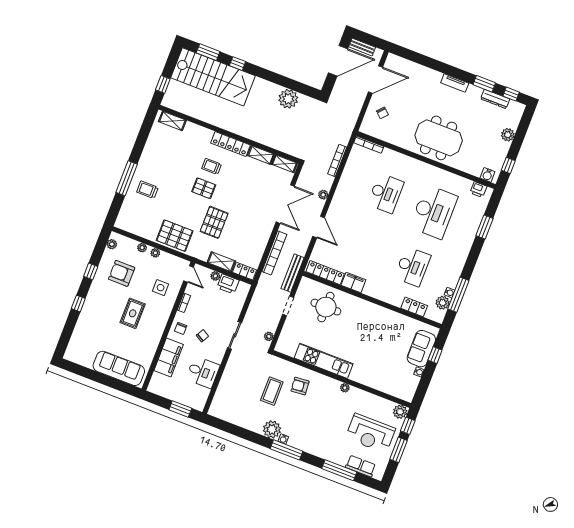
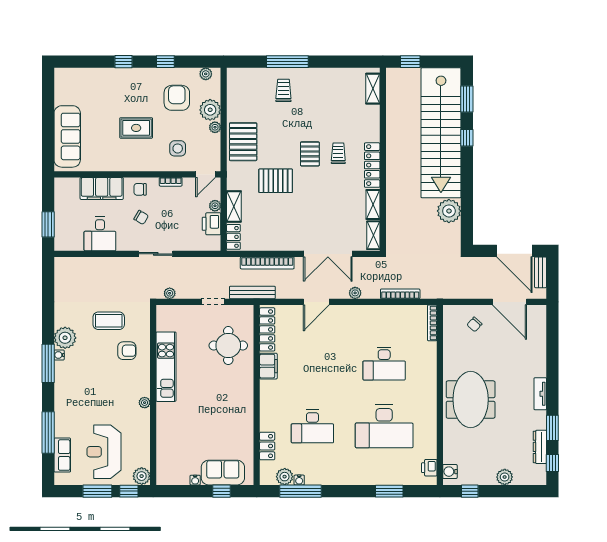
stairs: (213, 77) -> (441, 133), width x1.36
plant: (142, 248) -> (210, 110), width x1.87, depth x1.87
armchair: (300, 386) -> (127, 351), turned 95

